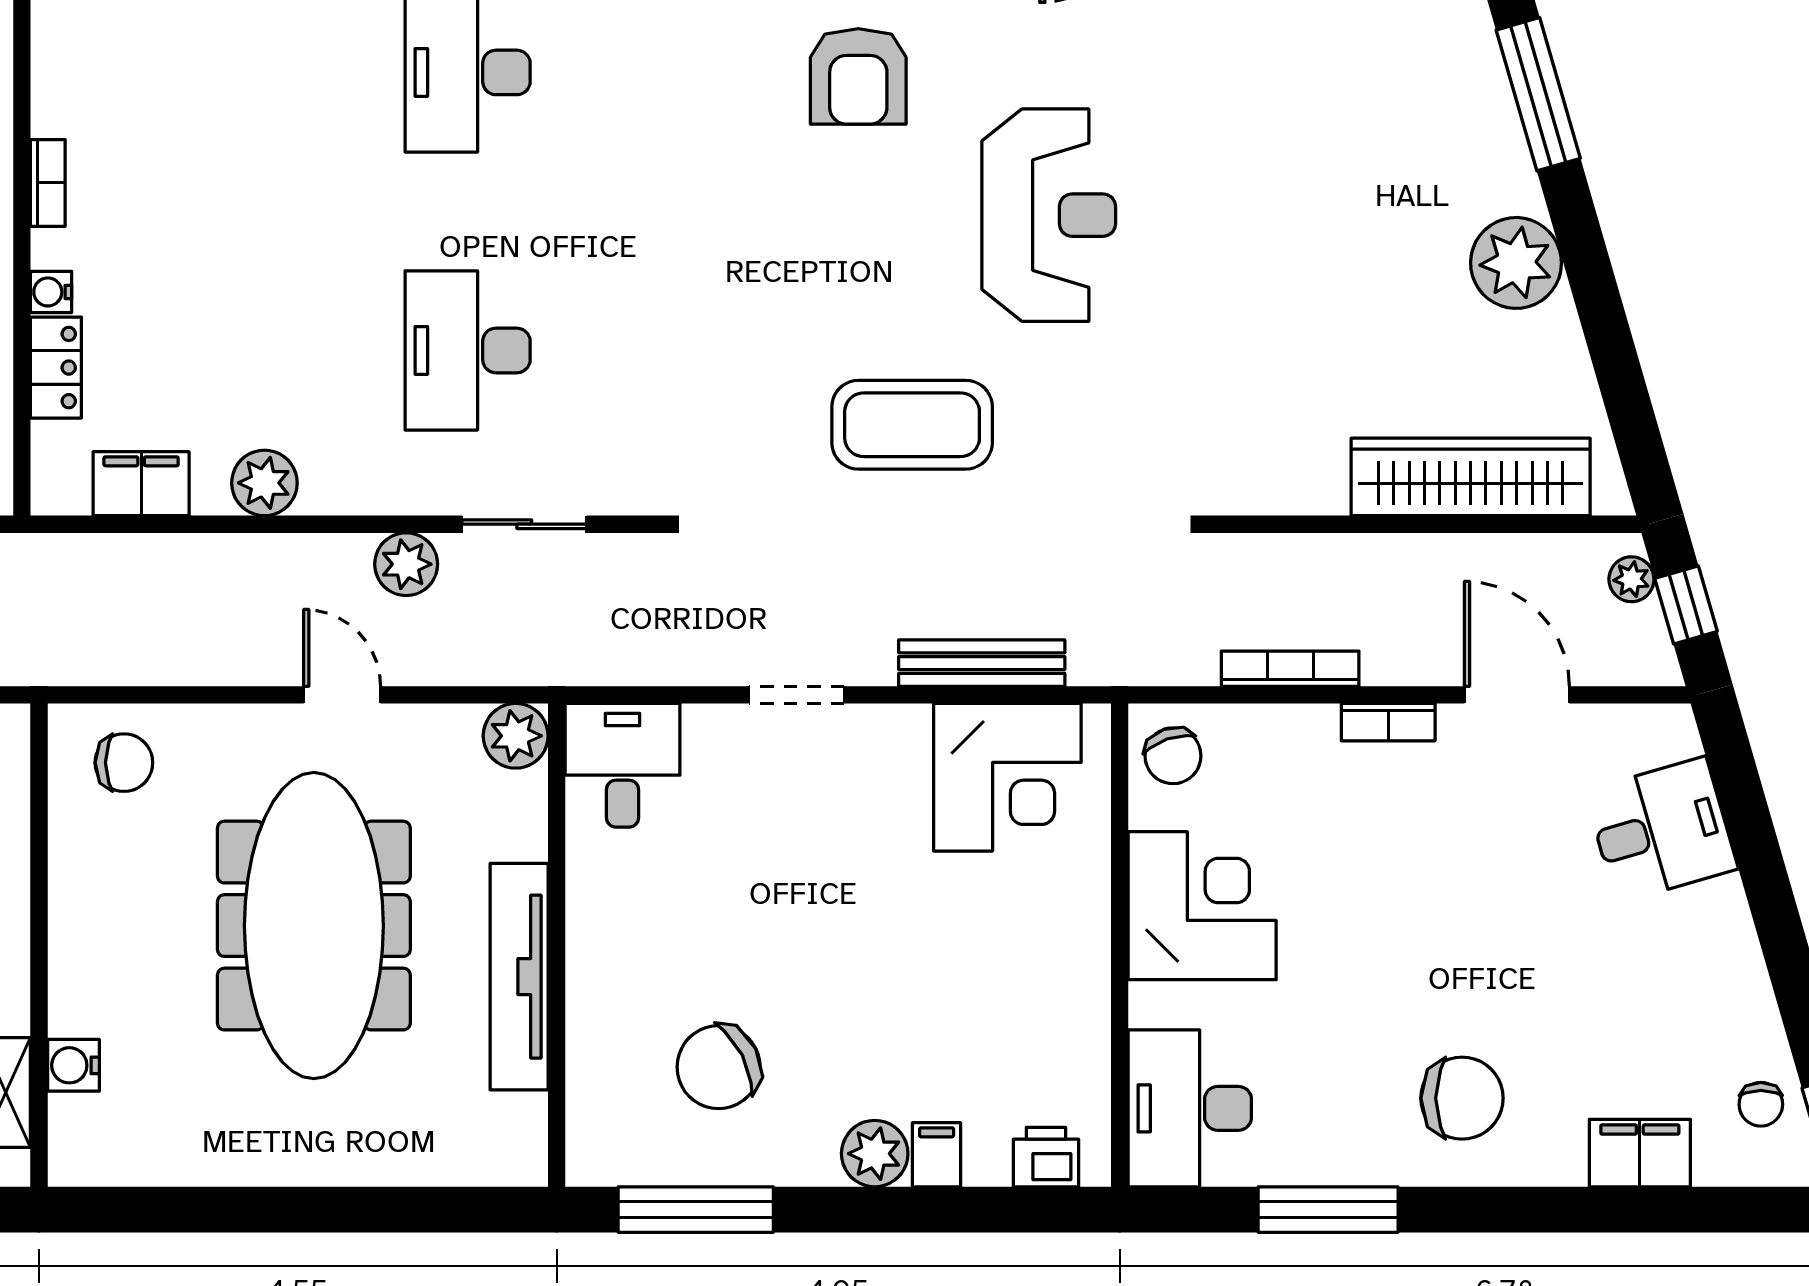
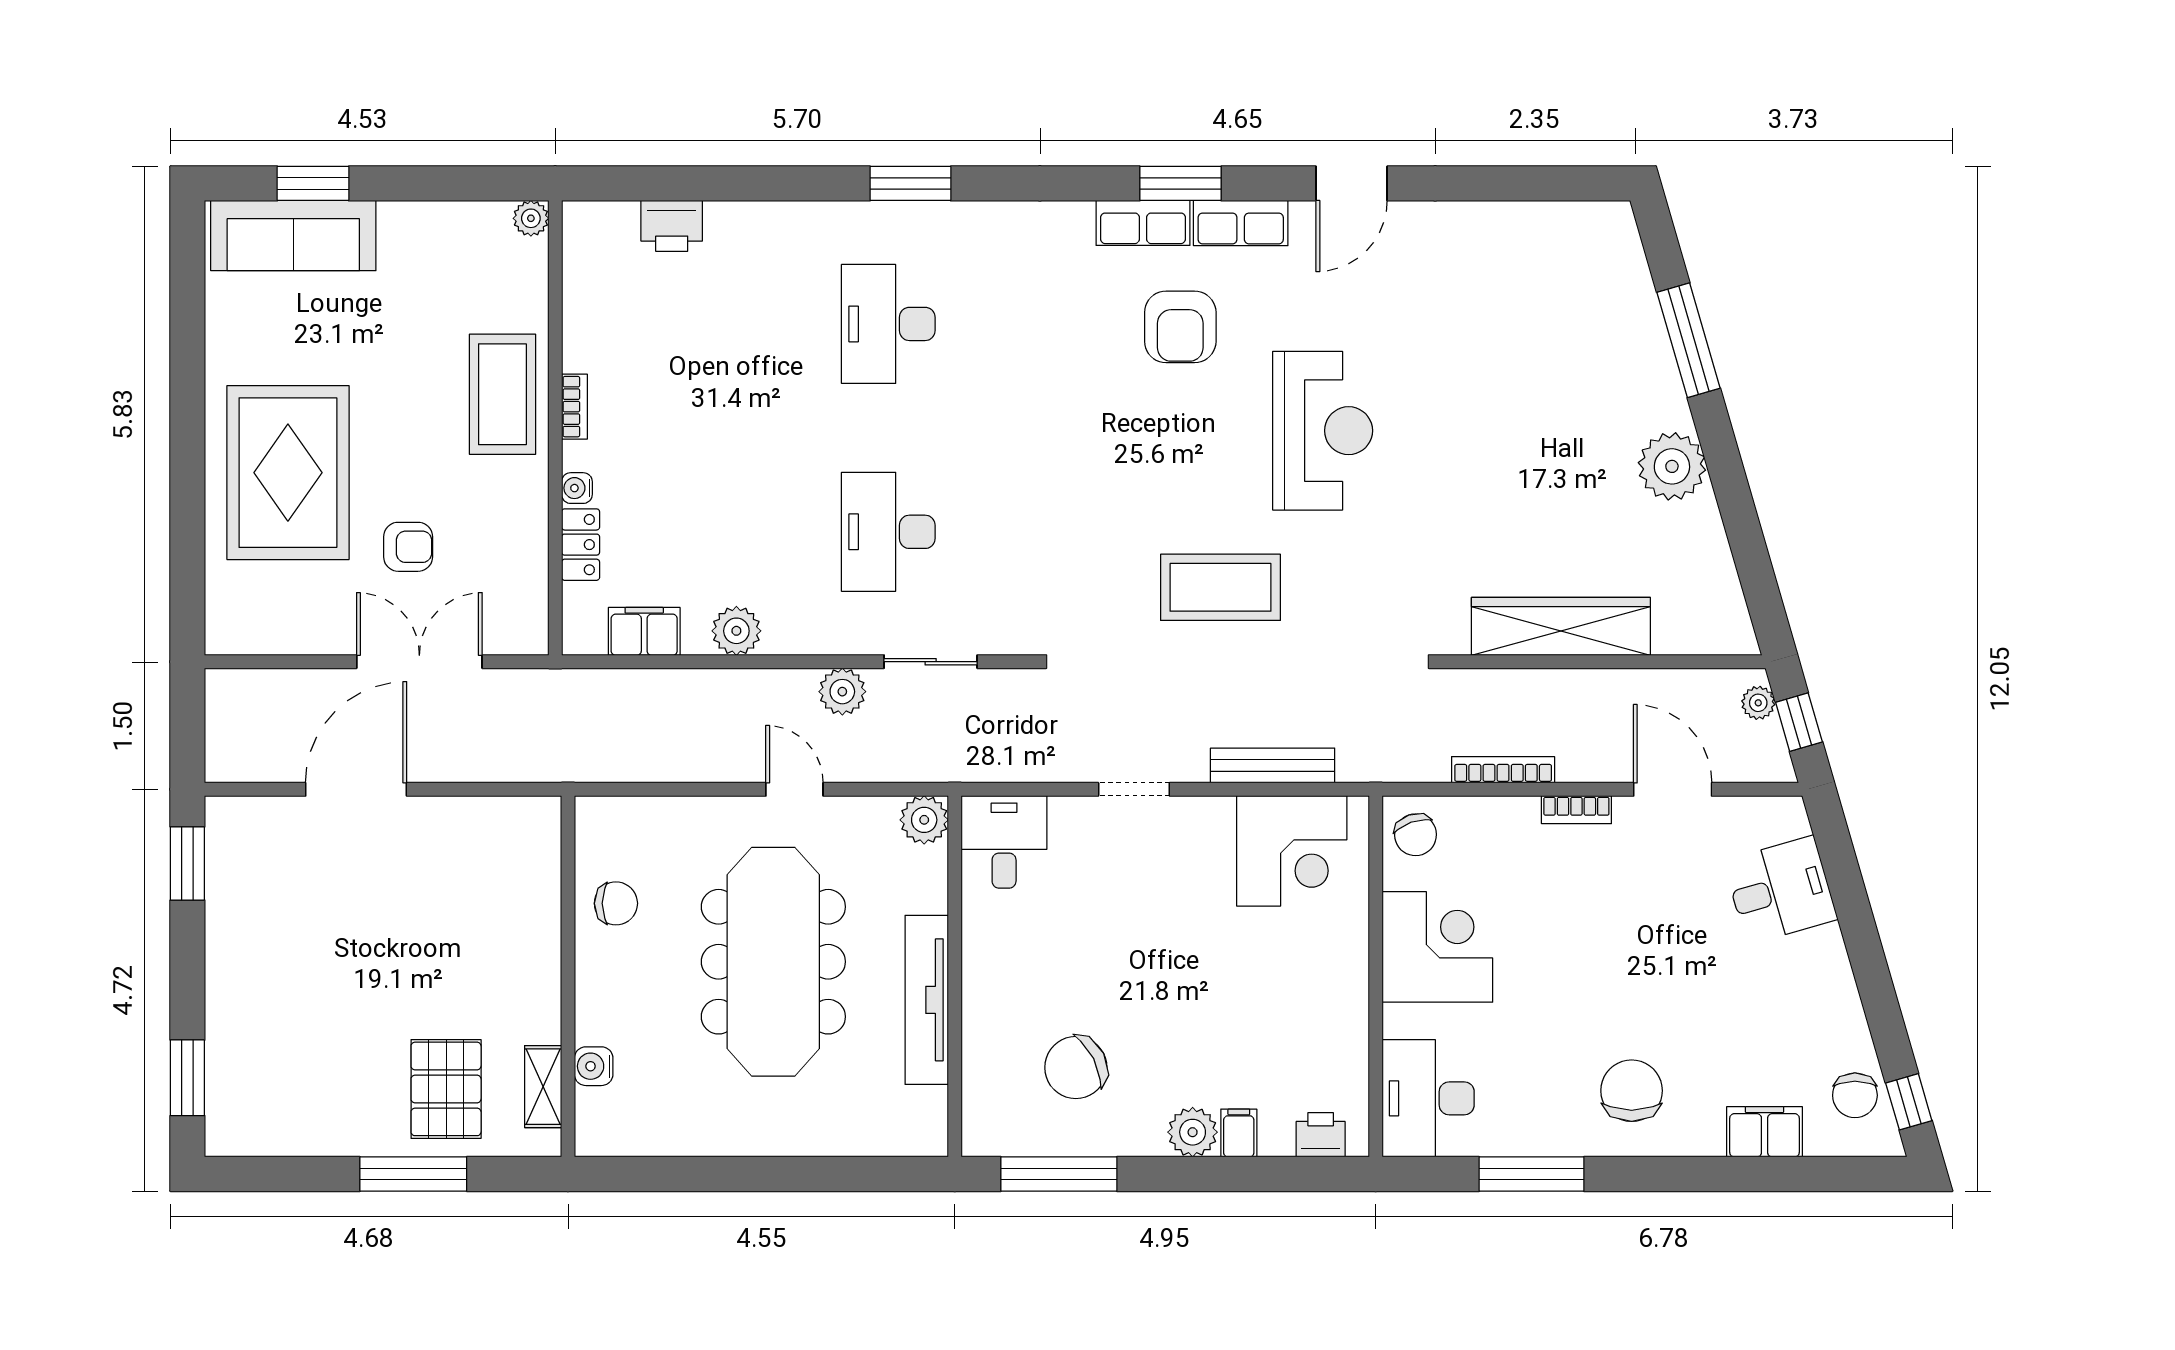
wardrobe: (1471, 477) -> (1561, 626), moved
chair: (124, 763) -> (616, 903), moved
chair: (1462, 1098) -> (1632, 1091), turned -90
chair: (1761, 1104) -> (1855, 1095), width x1.37, depth x1.37

